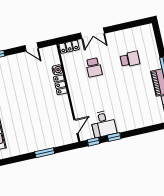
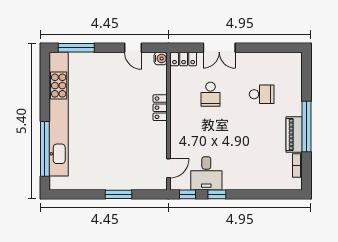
water cooler: (57, 70) -> (161, 59), moved

